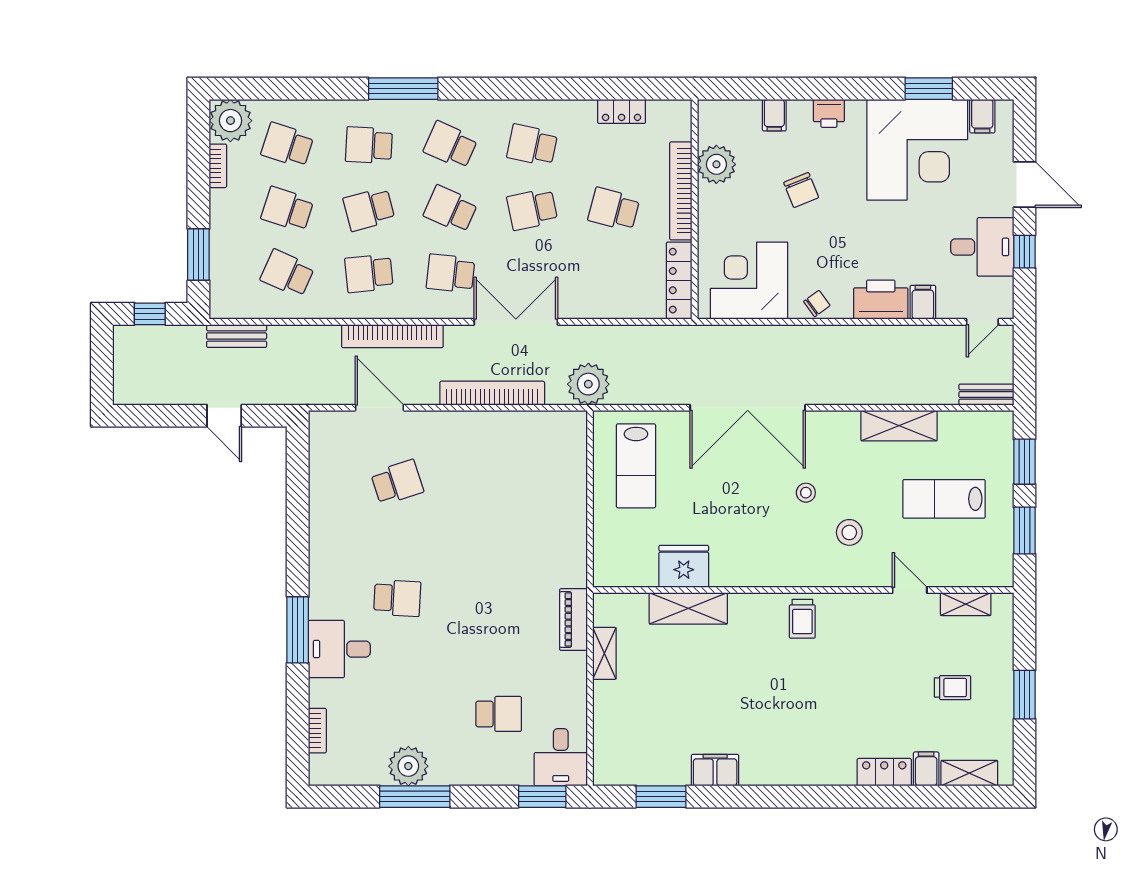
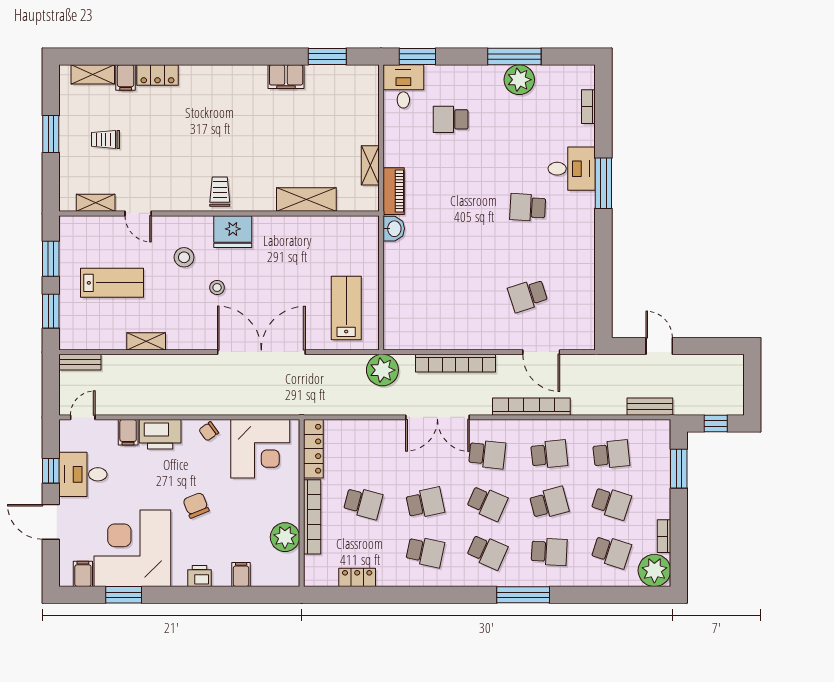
chair: (801, 190) -> (196, 505), moved
school desk: (287, 273) -> (611, 454), turned -30
shelving: (899, 426) -> (146, 341), width x0.67, depth x0.75
fridge: (684, 566) -> (233, 232), moved
washbasin: (573, 570) -> (394, 229), added

